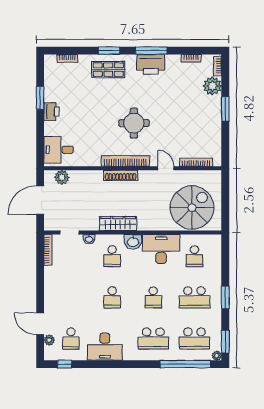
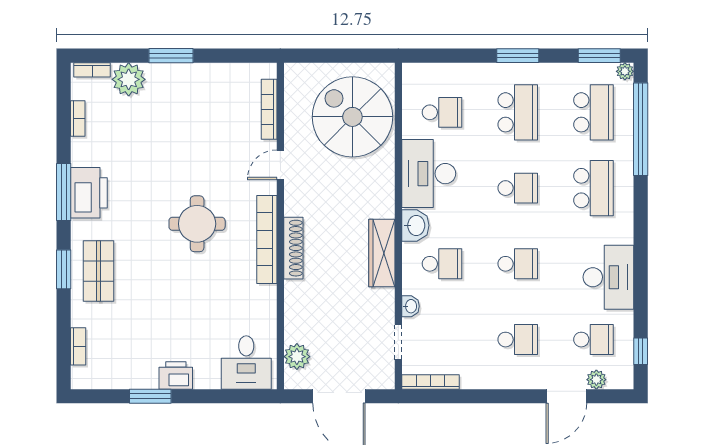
school desk: (71, 297) -> (518, 340), added

